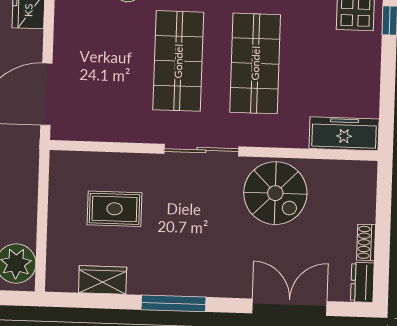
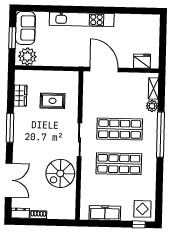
freezer: (344, 134) -> (105, 213), moved, turned -90
rug: (115, 209) -> (53, 101), turned 90

